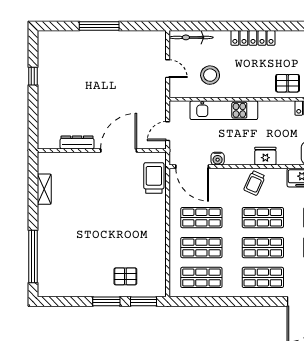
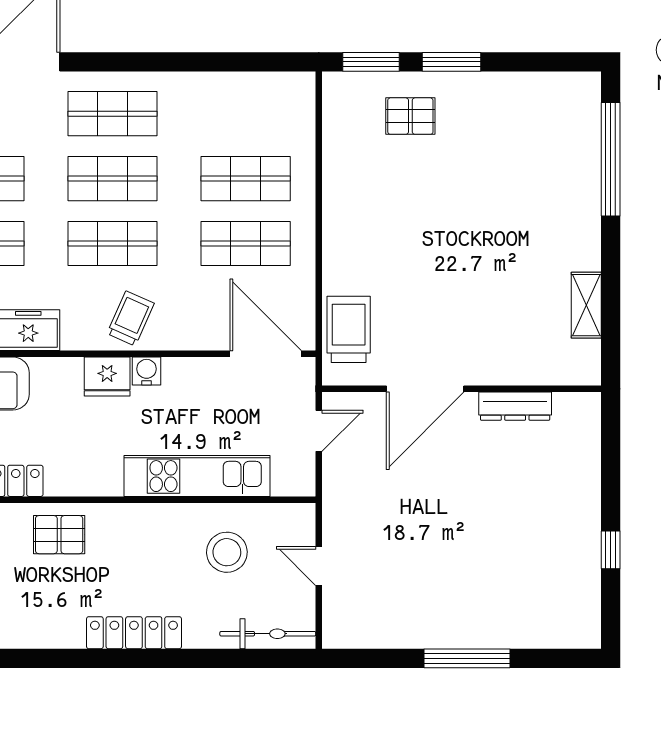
water cooler: (218, 159) -> (147, 371), moved
trolley: (154, 178) -> (349, 329), turned 180
shop shelf: (201, 277) -> (246, 114), removed

